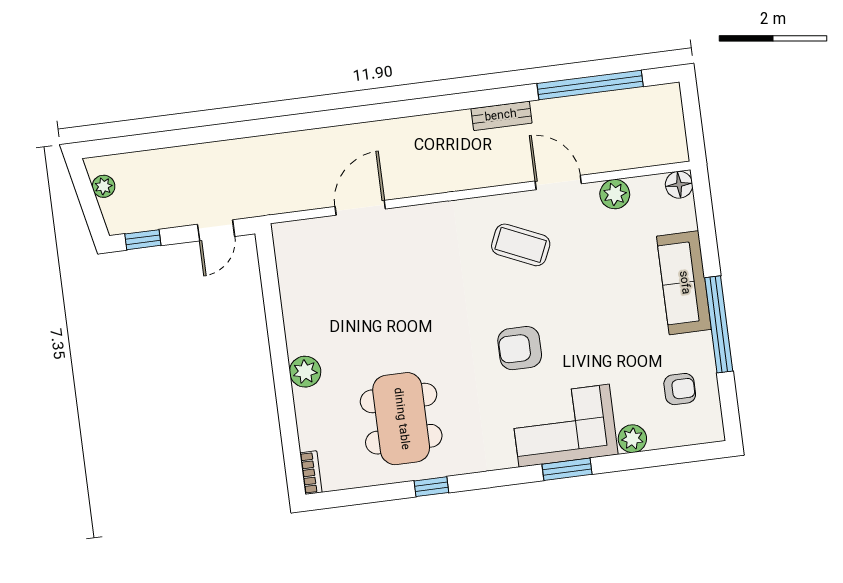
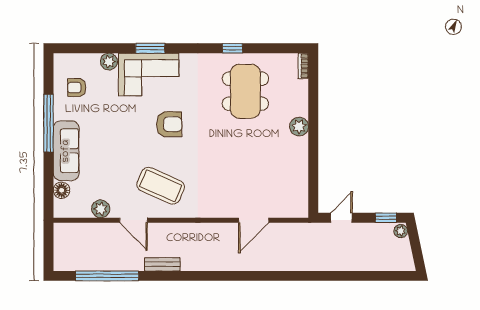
floor lamp: (679, 185) -> (62, 190), moved
plant: (104, 186) -> (401, 231), moved
coffee table: (521, 245) -> (161, 186), width x1.36, depth x1.32

